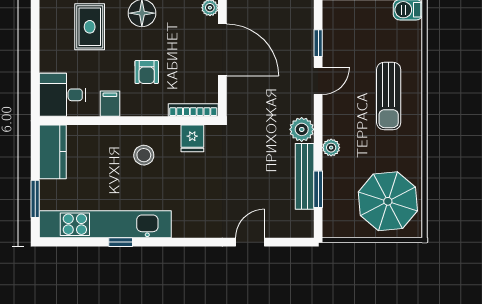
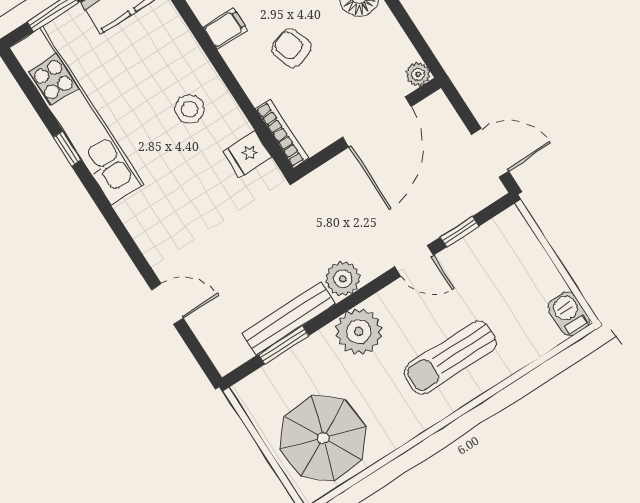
armchair: (147, 72) -> (292, 48), turned 71
plant: (331, 148) -> (359, 332), width x1.88, depth x1.88

